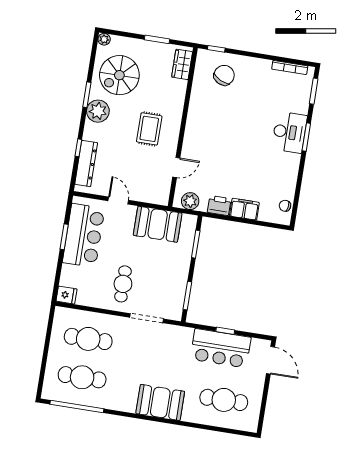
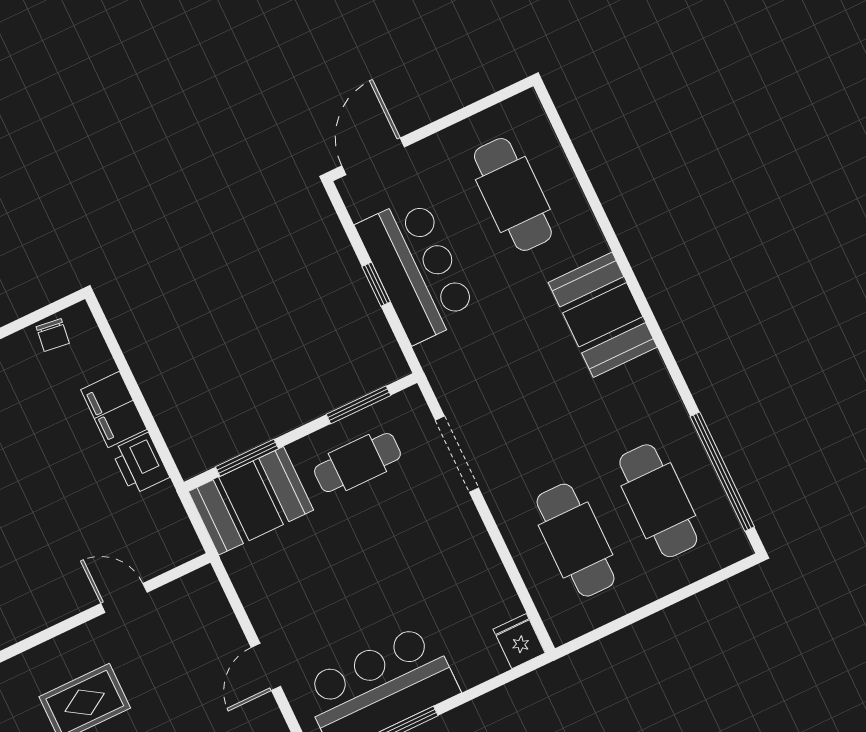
plant: (190, 201) -> (171, 526), removed
booth: (158, 224) -> (251, 501), moved, turned 90
cafe table: (123, 284) -> (357, 463), moved

